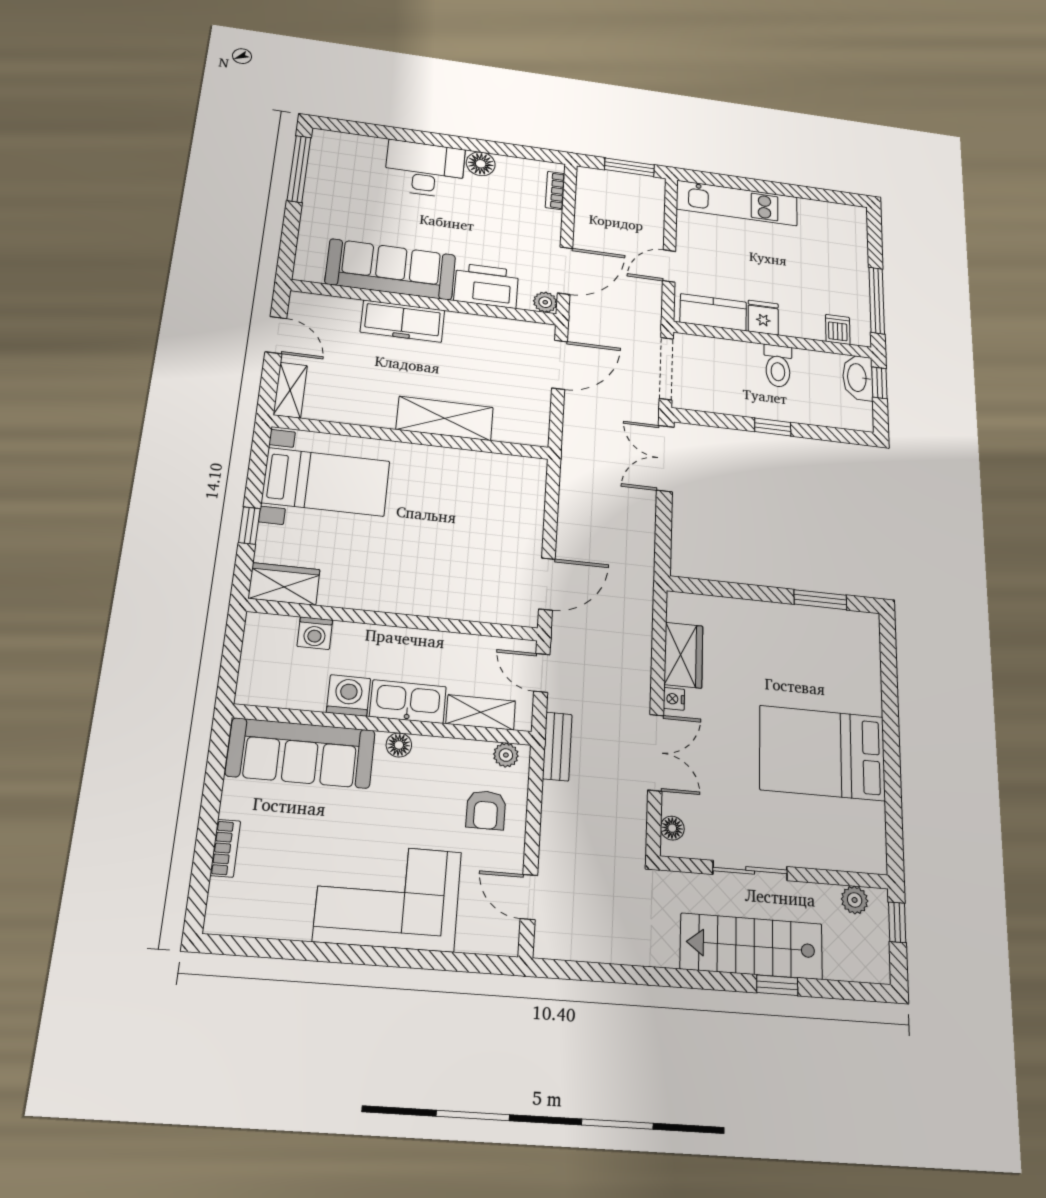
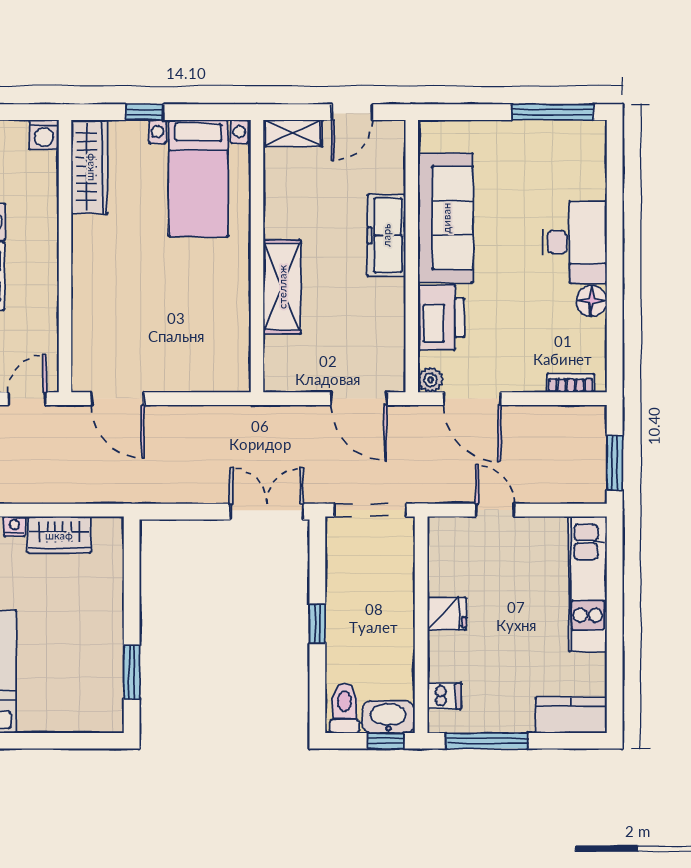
kitchen counter: (713, 312) -> (571, 715), moved, turned -90
toilet: (778, 366) -> (345, 708), moved, turned 90
wardrobe: (284, 584) -> (89, 167), width x1.50
washing machine: (315, 633) -> (44, 135), moved, turned -90

